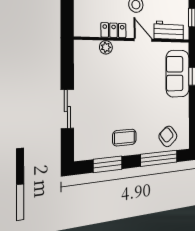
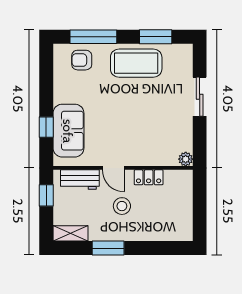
plant: (106, 47) -> (186, 159), moved
armchair: (168, 136) -> (82, 60), turned 129
coffee table: (124, 138) -> (136, 63), width x1.86, depth x1.72

